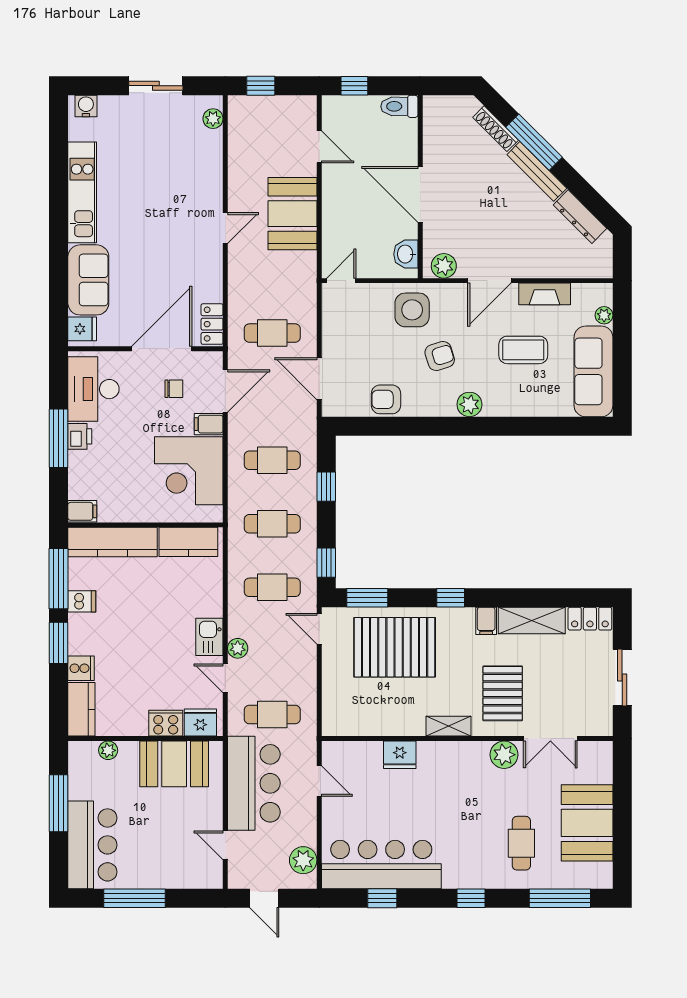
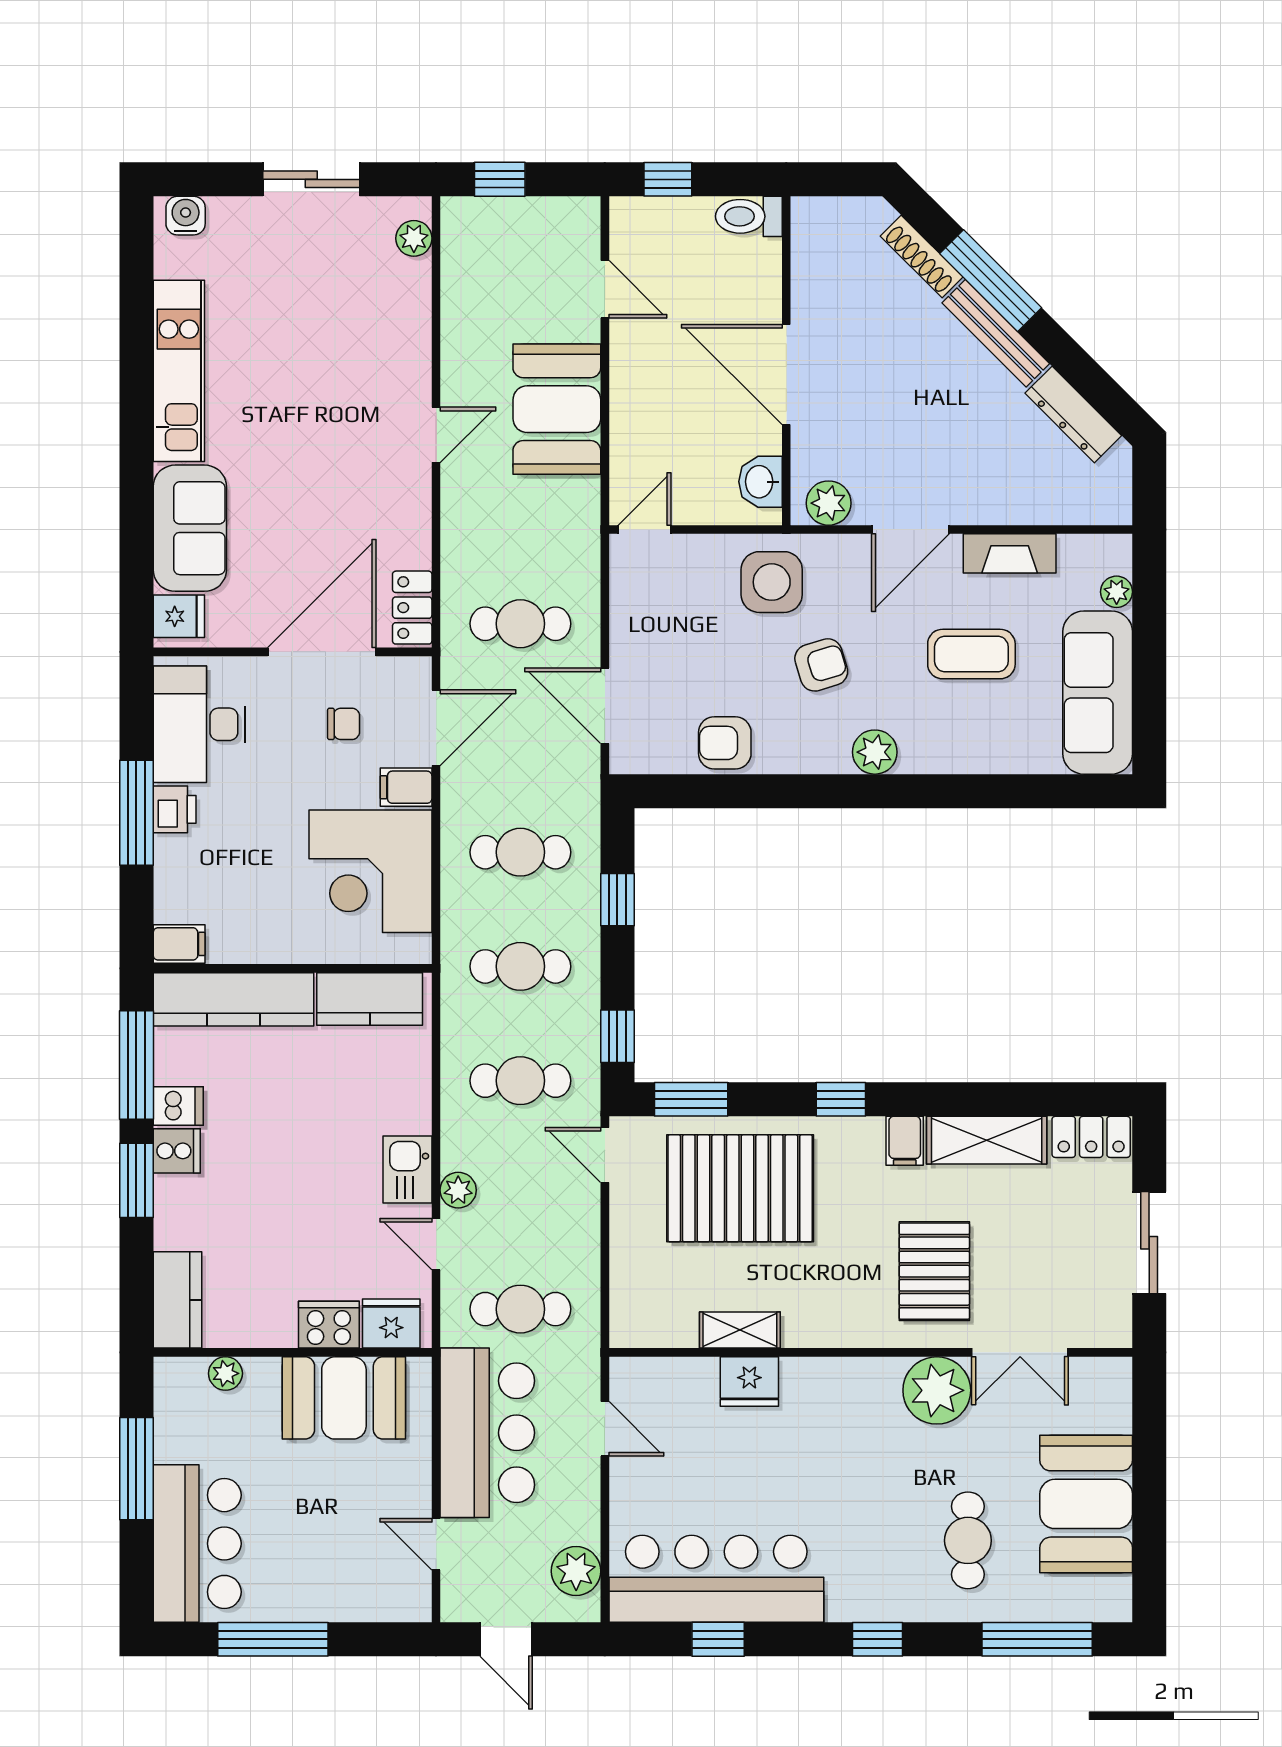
cooker: (81, 668) -> (177, 1151), moved
shelving: (449, 726) -> (740, 1330), moved
plant: (504, 755) -> (937, 1390), width x1.36, depth x1.36

